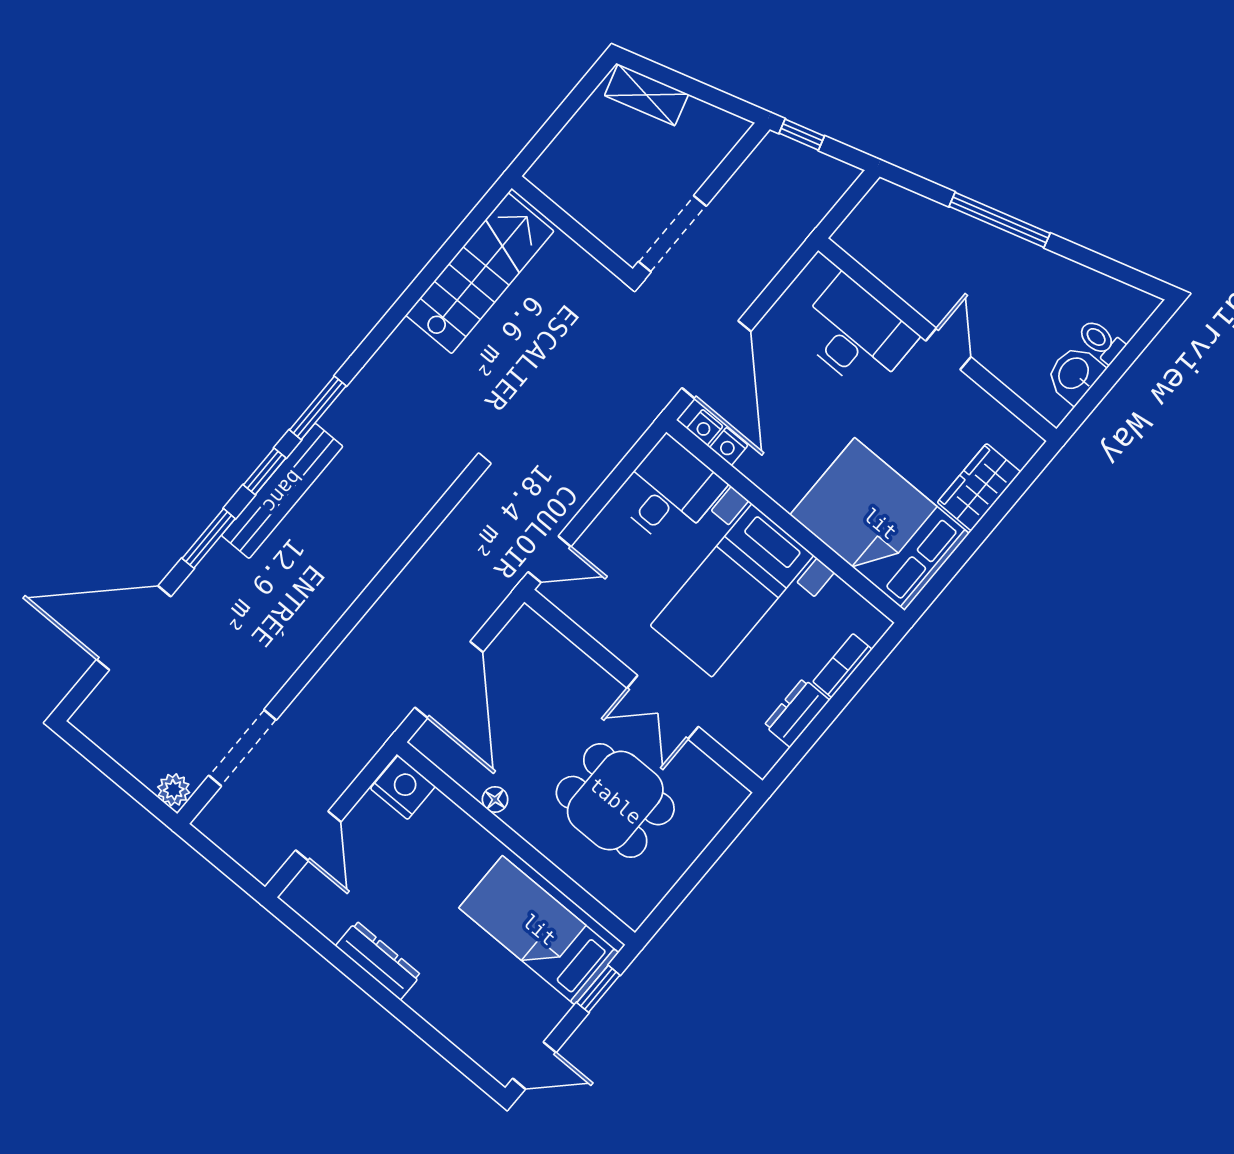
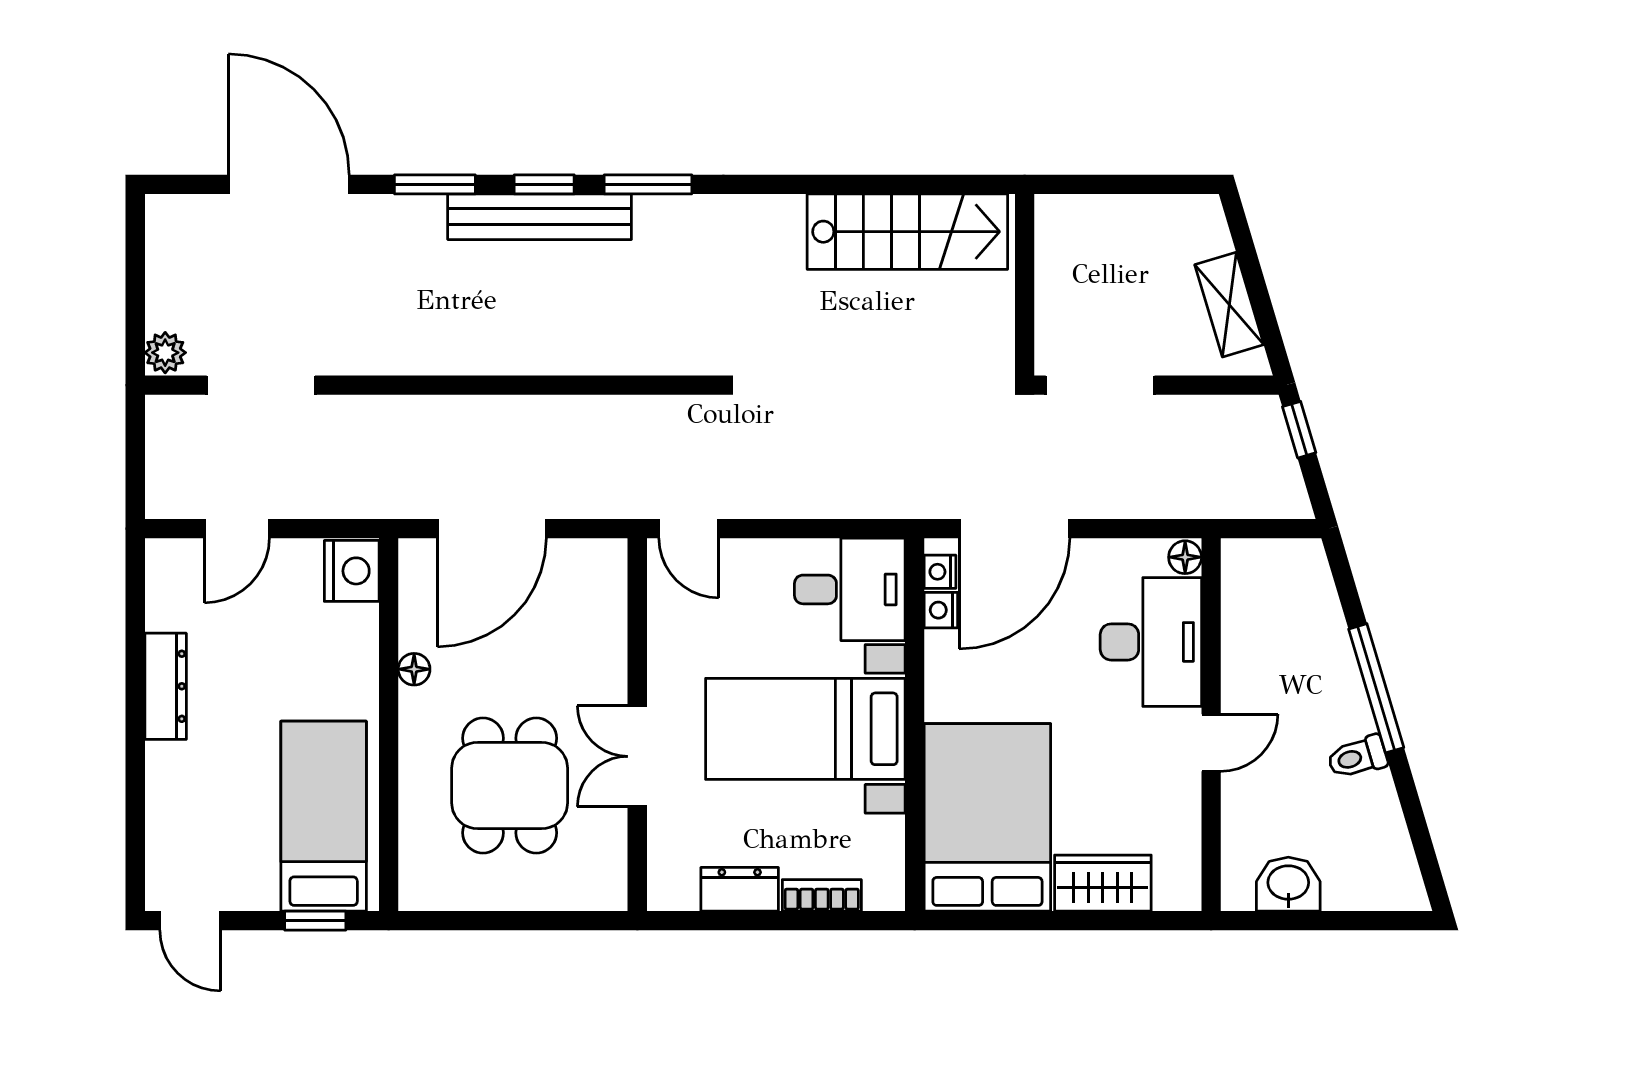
shelving: (646, 95) -> (1229, 305), moved
floor lamp: (821, 270) -> (1185, 557), added
toilet: (1101, 341) -> (1357, 757), moved, turned -107

